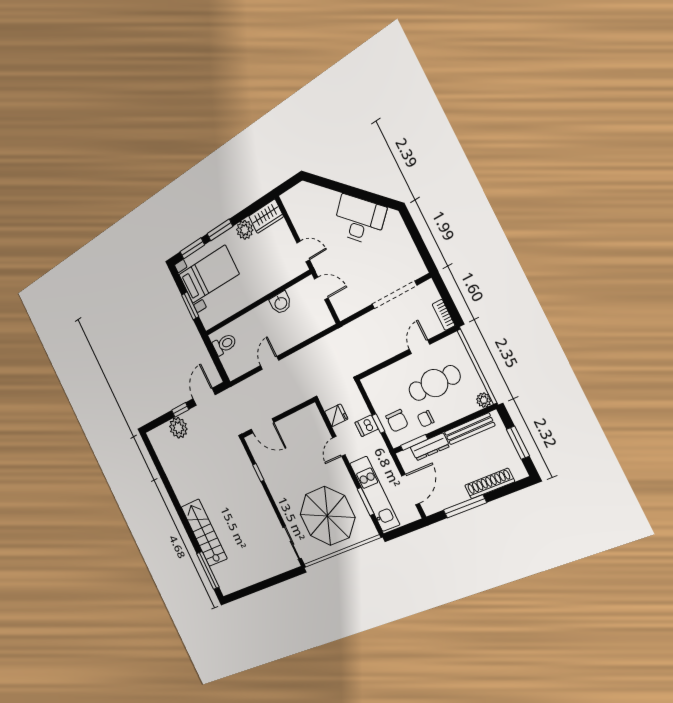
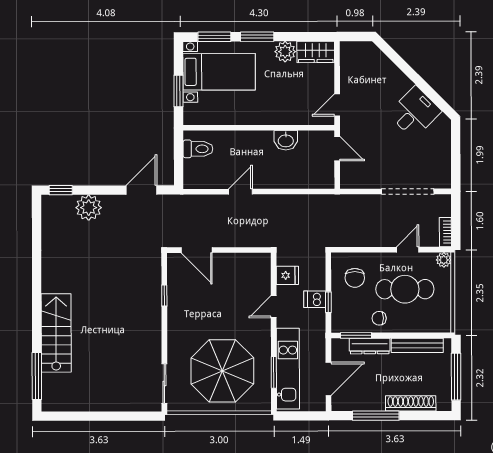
desk: (359, 220) -> (415, 112), width x0.73
door: (303, 251) -> (337, 105), swing flipped
plant: (484, 400) -> (444, 260), moved
window: (180, 410) -> (61, 190), moved
chair: (397, 421) -> (355, 278), moved
window: (518, 443) -> (456, 377), width x1.44

